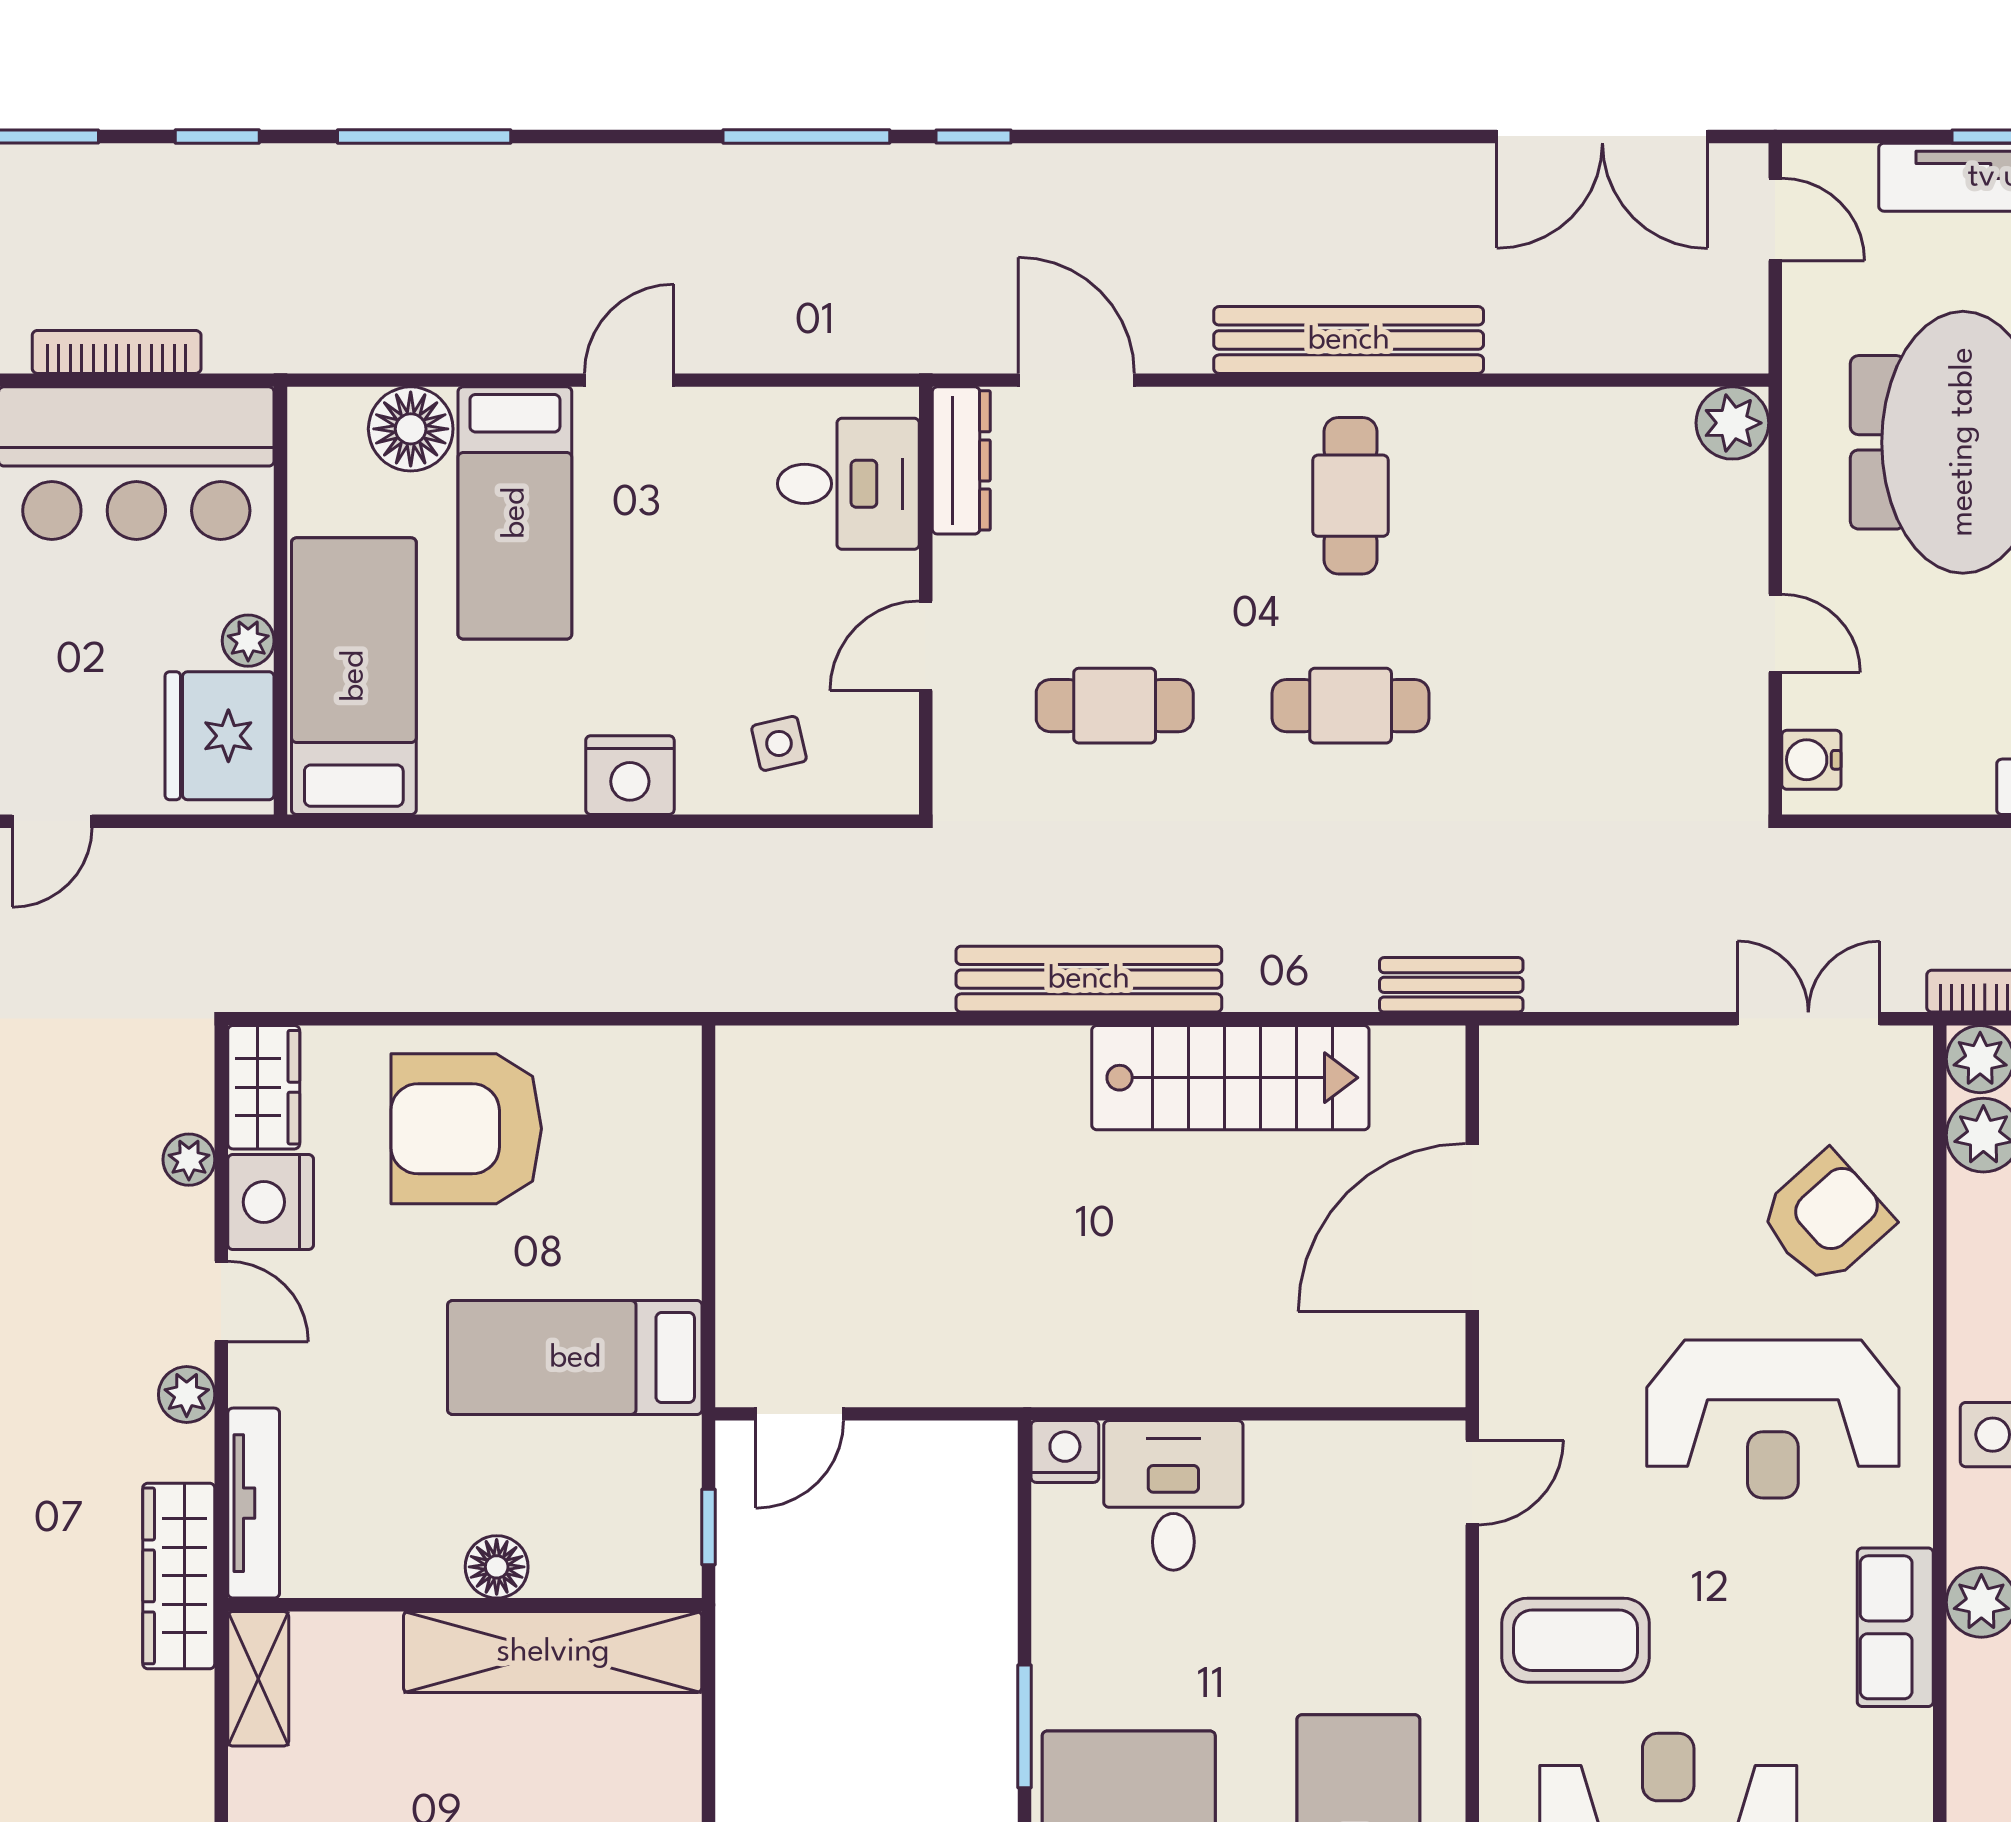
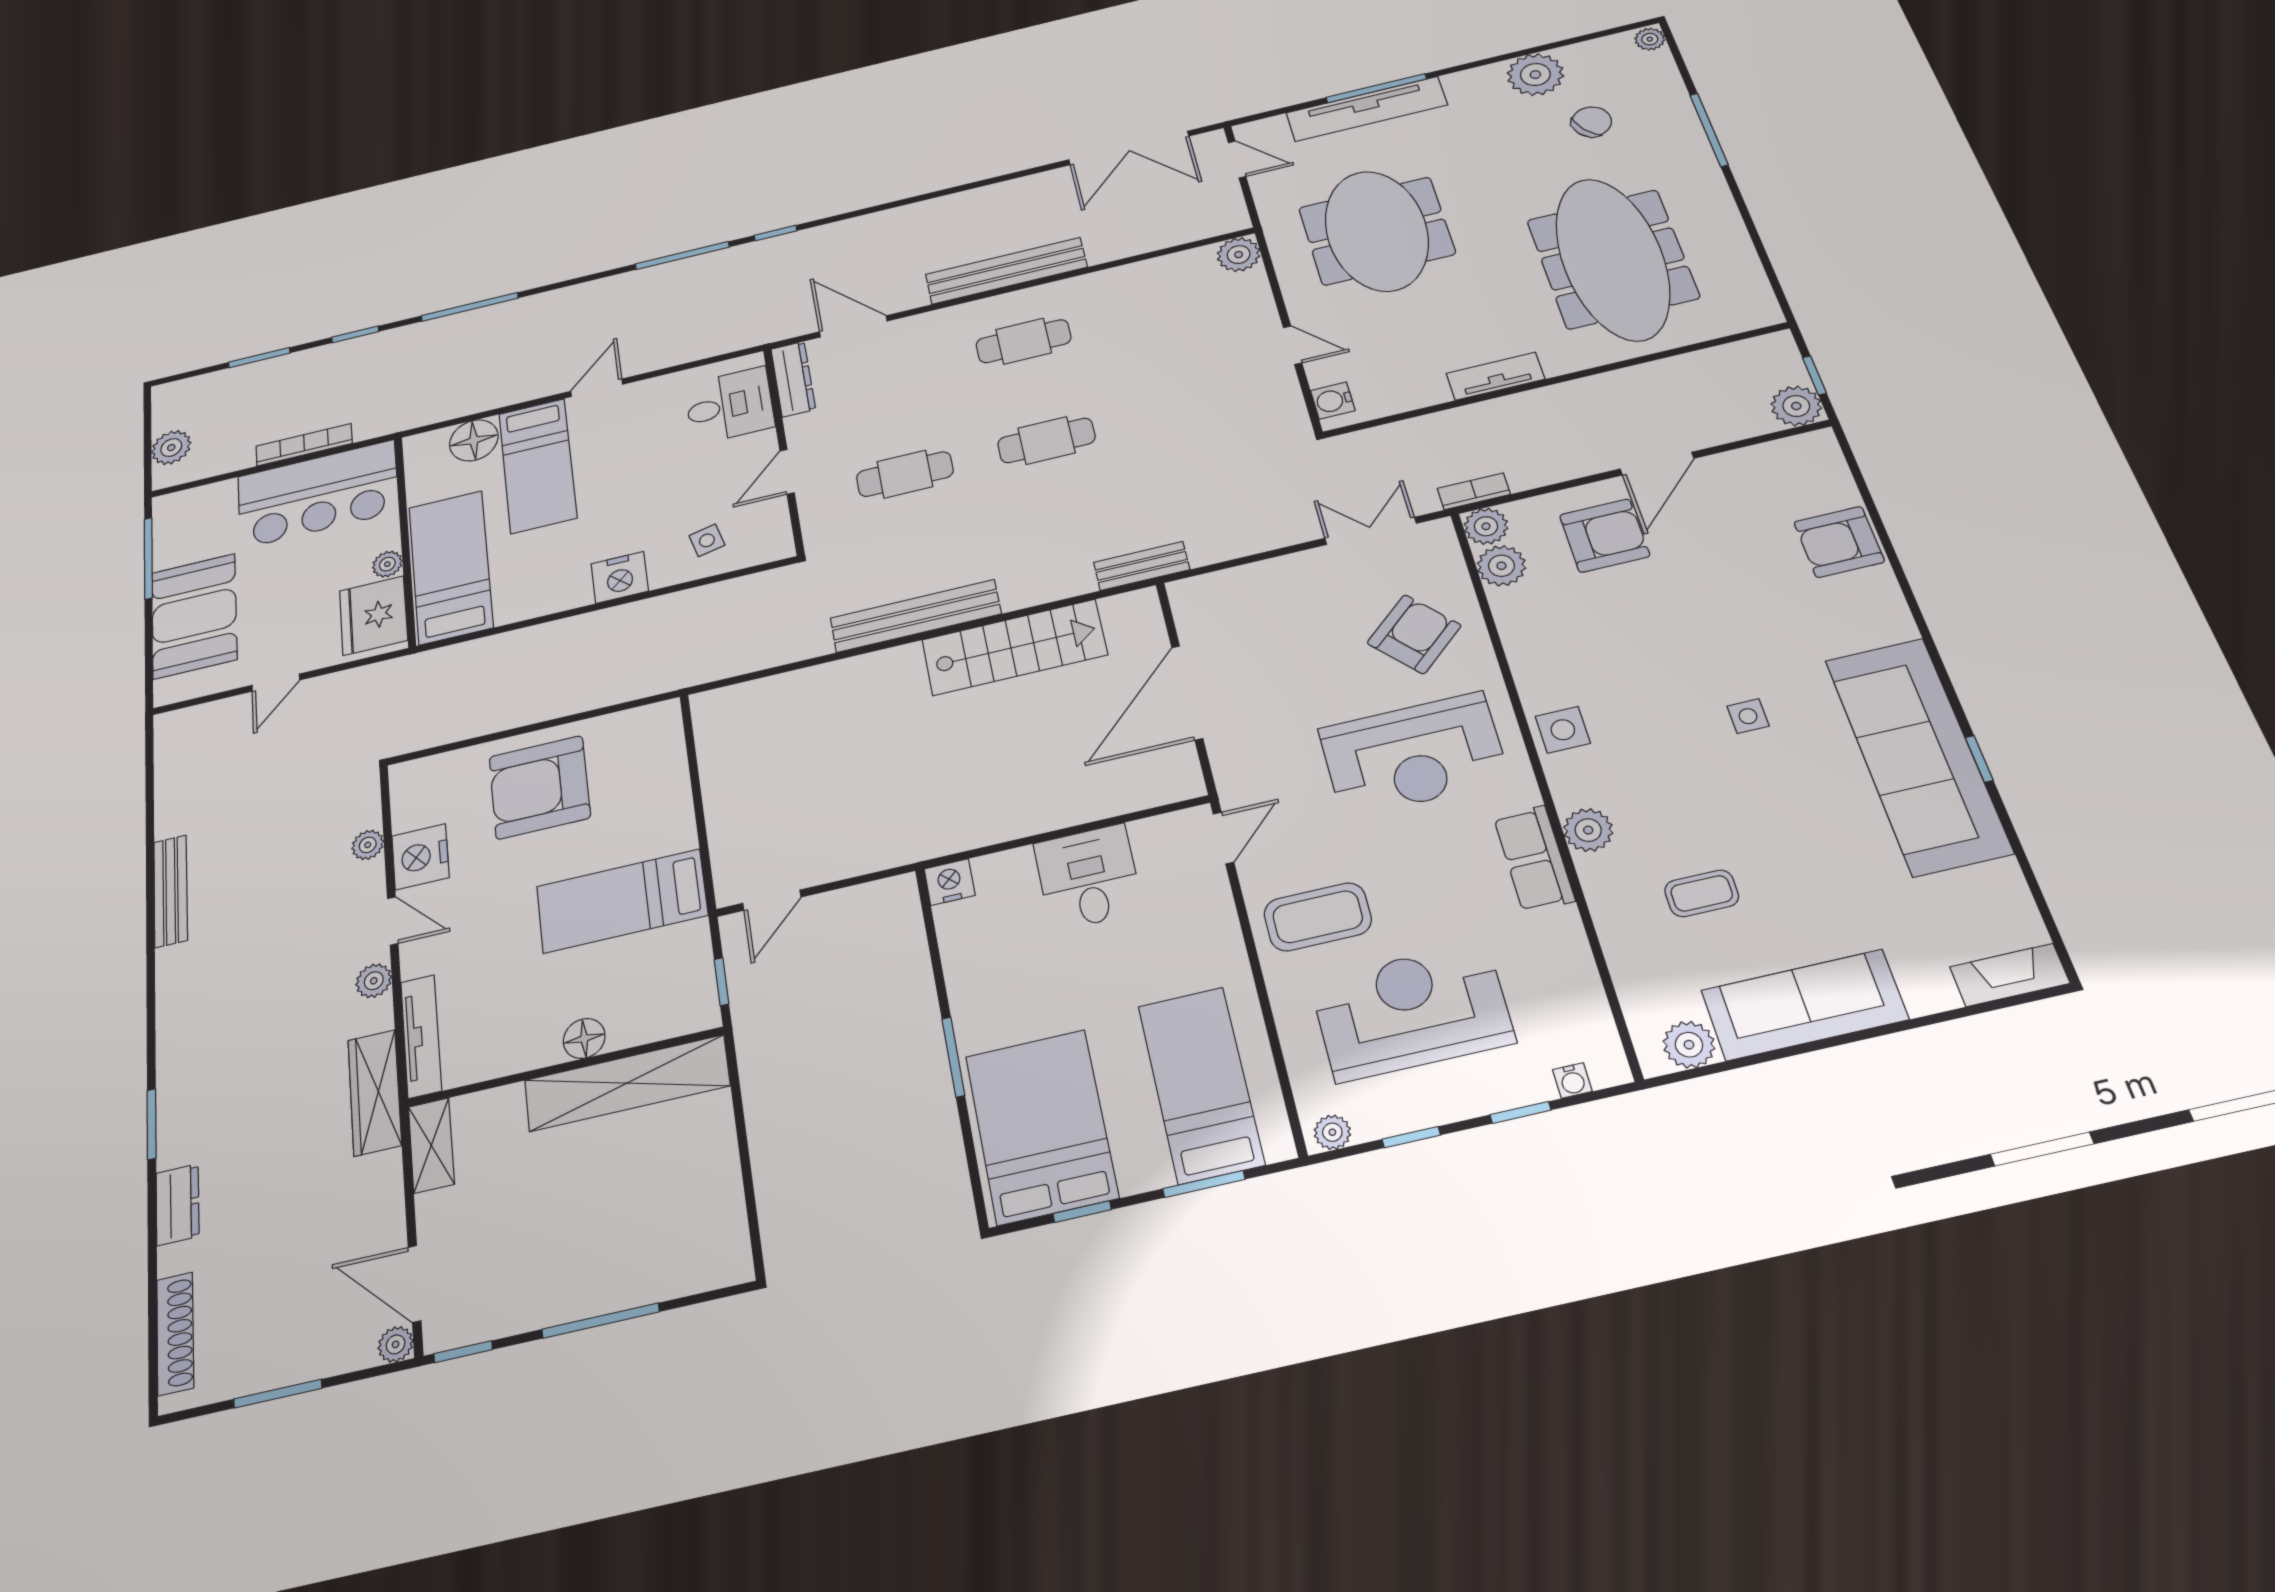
cafe table: (1351, 496) -> (1024, 341), turned 90
wardrobe: (264, 1087) -> (412, 794), removed
desk: (1173, 1495) -> (1088, 877), moved

